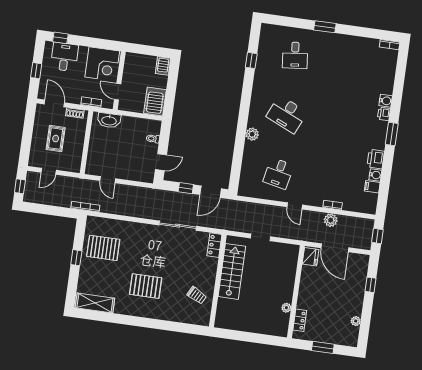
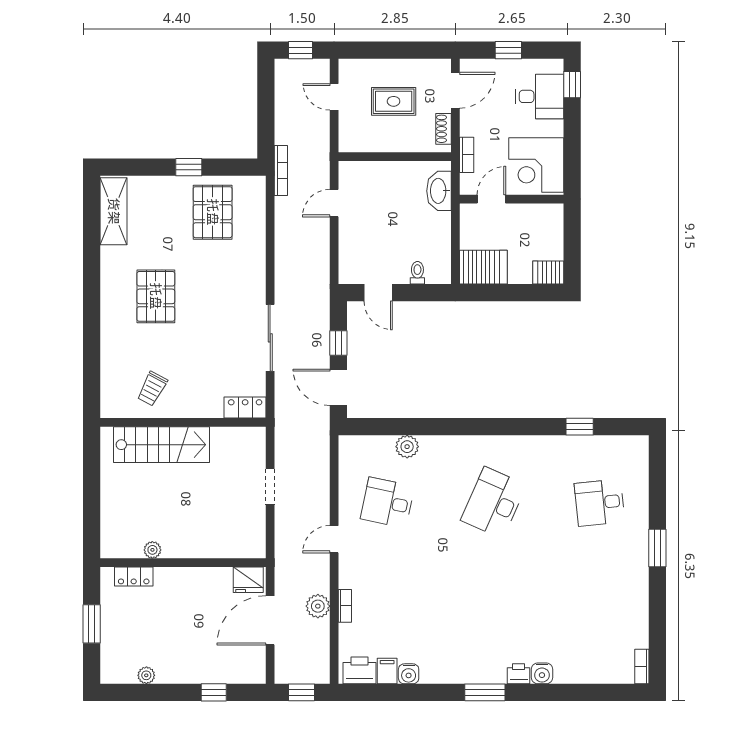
plant: (252, 134) -> (407, 447), moved
printer: (376, 159) -> (359, 670), moved
stairs: (232, 271) -> (162, 445), moved

